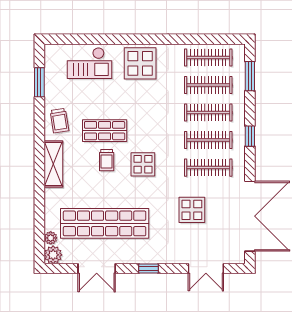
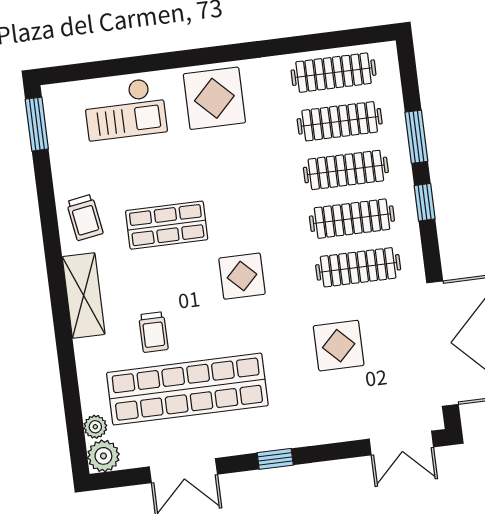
window: (250, 76) -> (416, 137), moved
window: (39, 82) -> (37, 124), moved
trolley: (107, 160) -> (153, 332), moved
double door: (206, 269) -> (401, 443), moved

